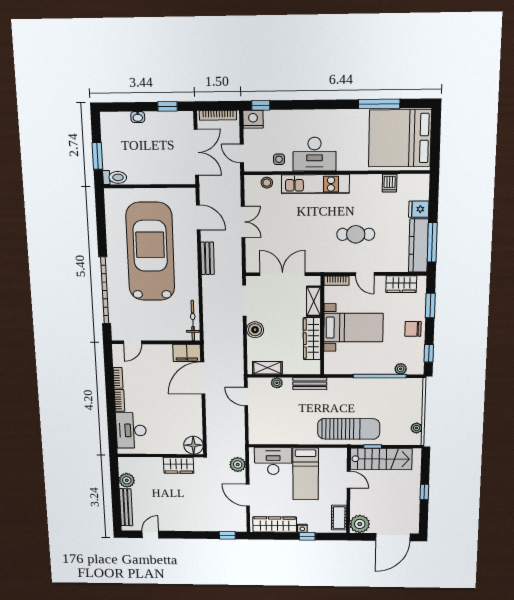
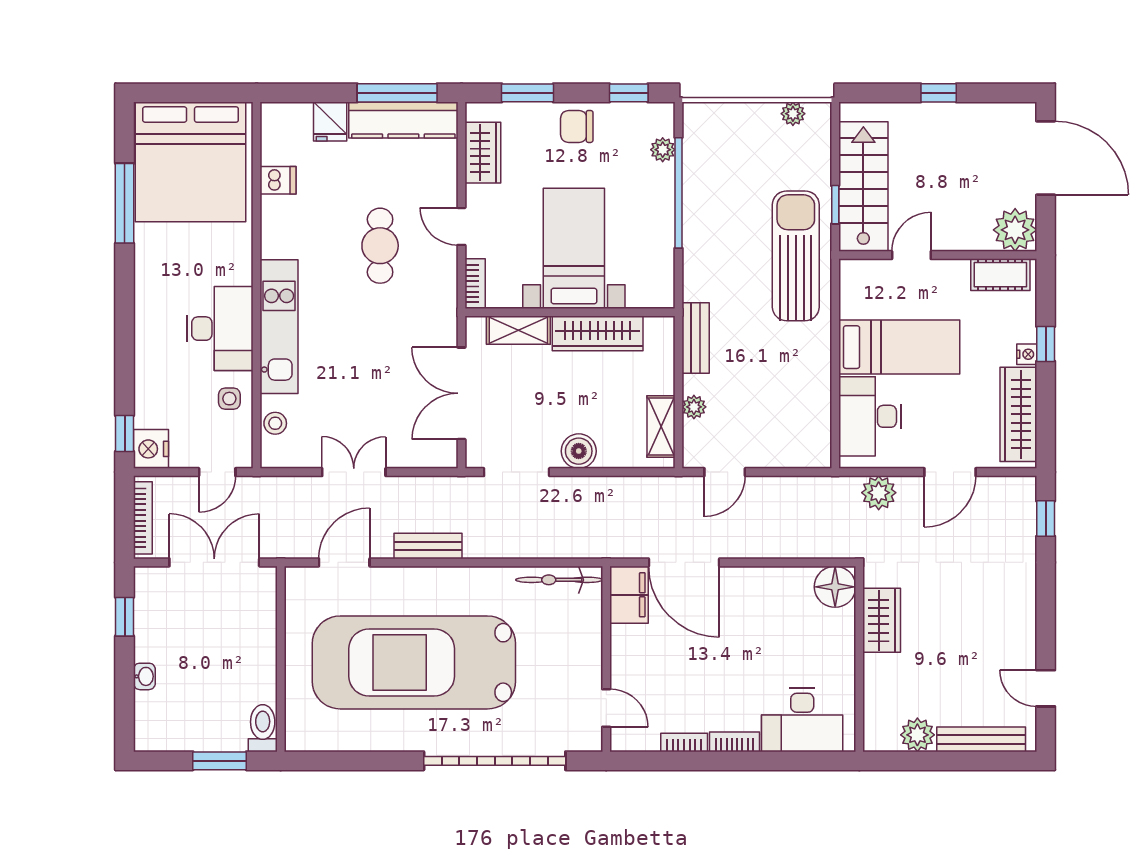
door: (365, 274) -> (461, 226), swing flipped
chair: (413, 329) -> (577, 126), turned 90

